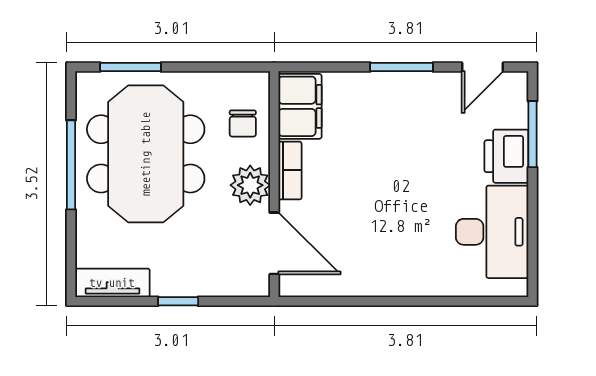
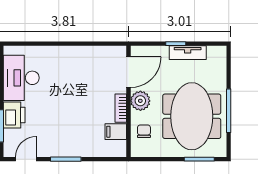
filing cabinet: (300, 106) -> (116, 132), width x0.50
door: (274, 243) -> (128, 72), swing flipped
tv unit: (112, 283) -> (188, 53), moved

